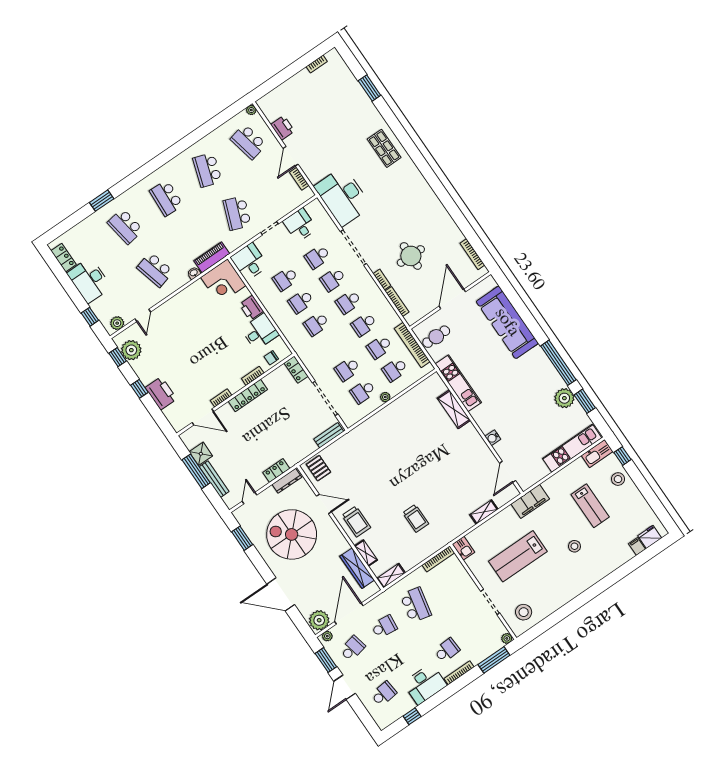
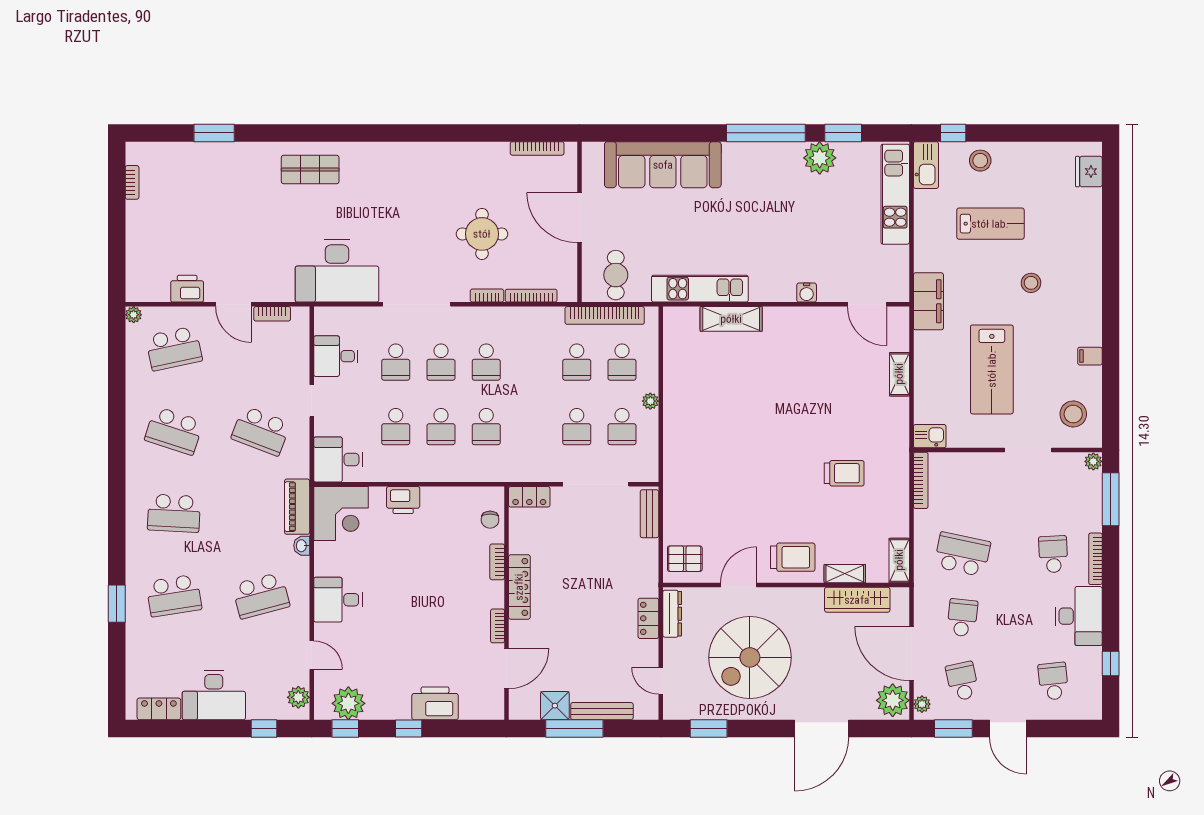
school desk: (364, 324) -> (531, 362), removed
desk: (260, 332) -> (338, 600), moved, turned -90
filing cabinet: (637, 546) -> (1090, 356), moved

